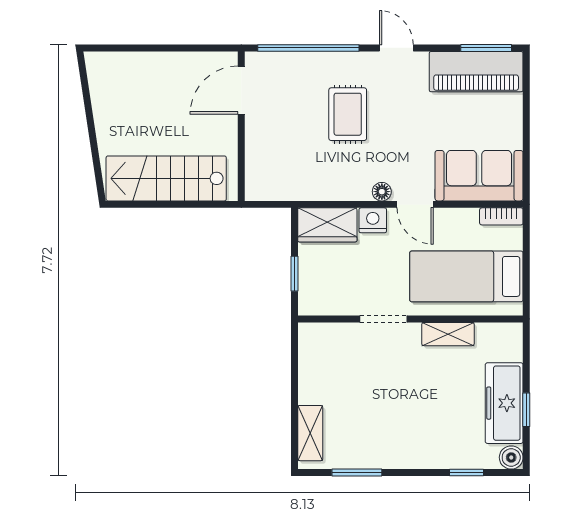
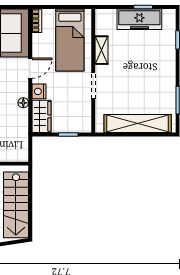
floor lamp: (382, 192) -> (23, 103), moved
shelving: (310, 433) -> (138, 123), width x2.20, depth x1.33
boiler: (511, 457) -> (169, 15), removed

